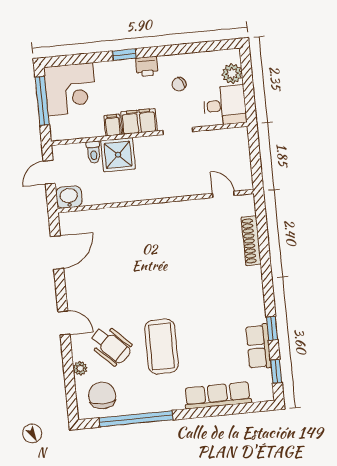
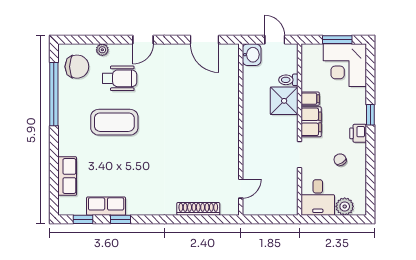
window: (42, 101) -> (337, 40), width x0.69
wheelchair: (111, 345) -> (120, 78), turned -134
row of seats: (218, 395) -> (67, 176), width x0.68

